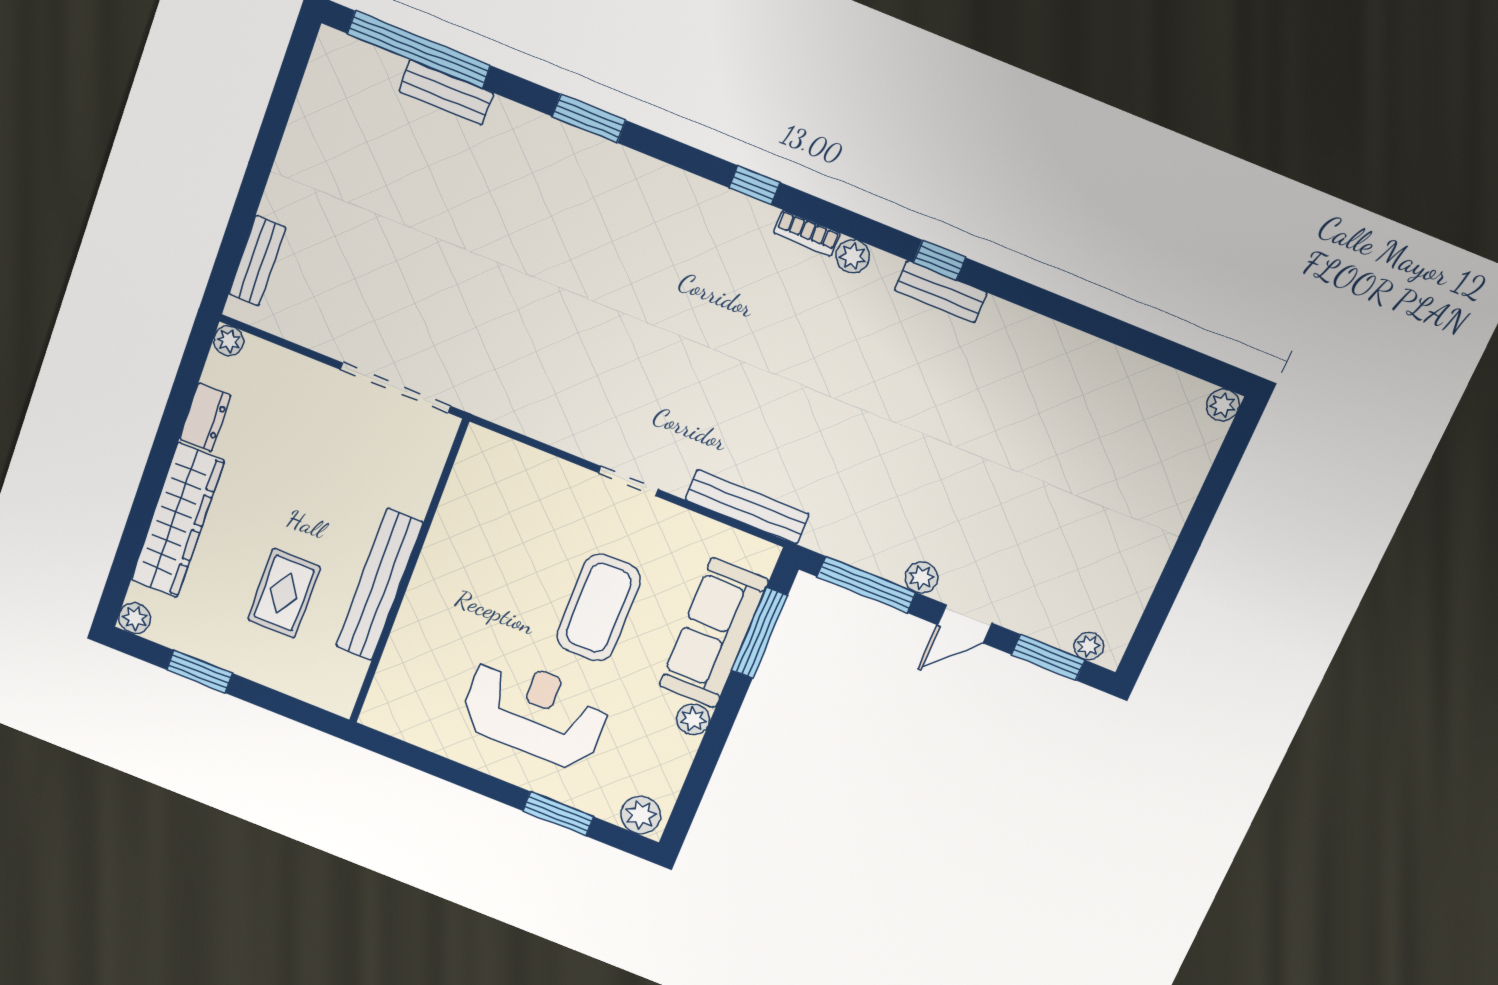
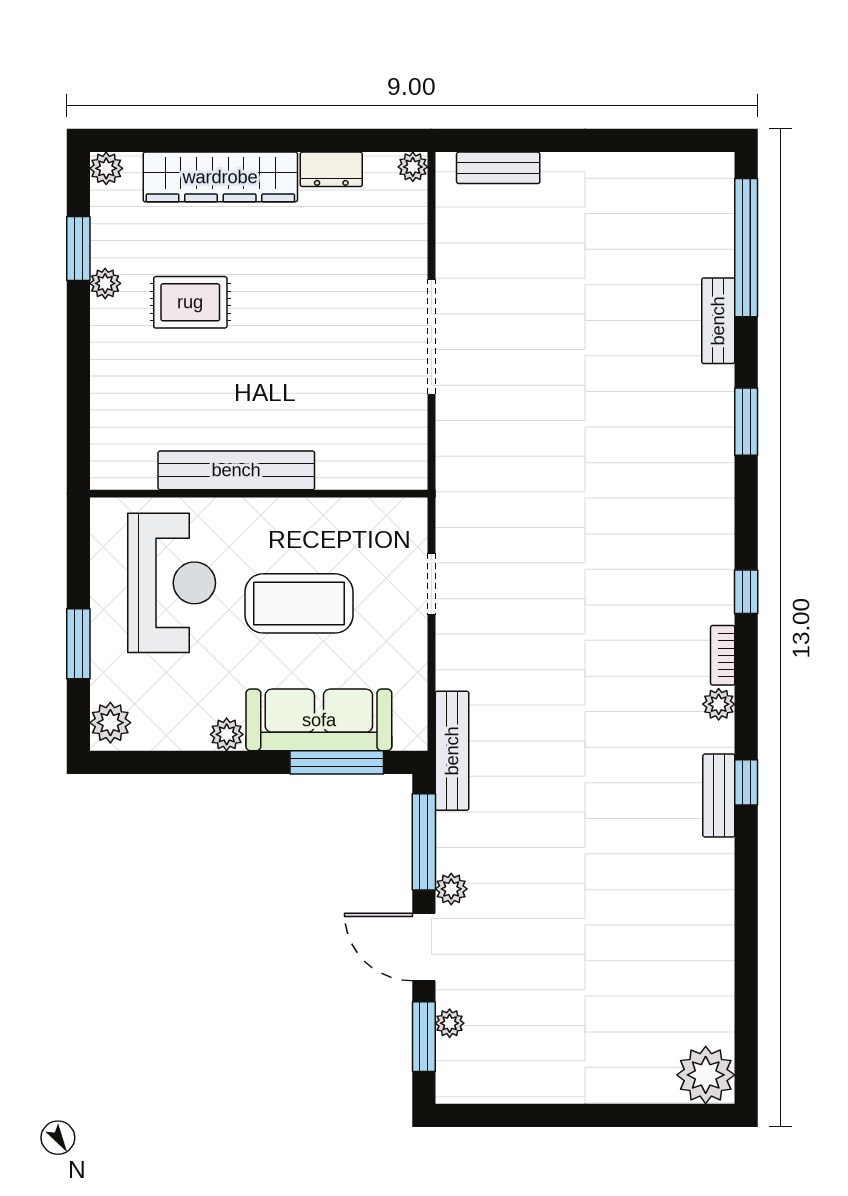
bench: (446, 92) -> (718, 321), moved
plant: (1223, 405) -> (706, 1075), width x1.88, depth x1.88
bench: (747, 507) -> (452, 751), moved
wall: (408, 573) -> (259, 494), moved
bench: (379, 585) -> (236, 470), moved
door: (965, 624) -> (424, 947), width x1.38
plant: (1089, 646) -> (450, 1023), moved
plant: (240, 661) -> (105, 283), added

